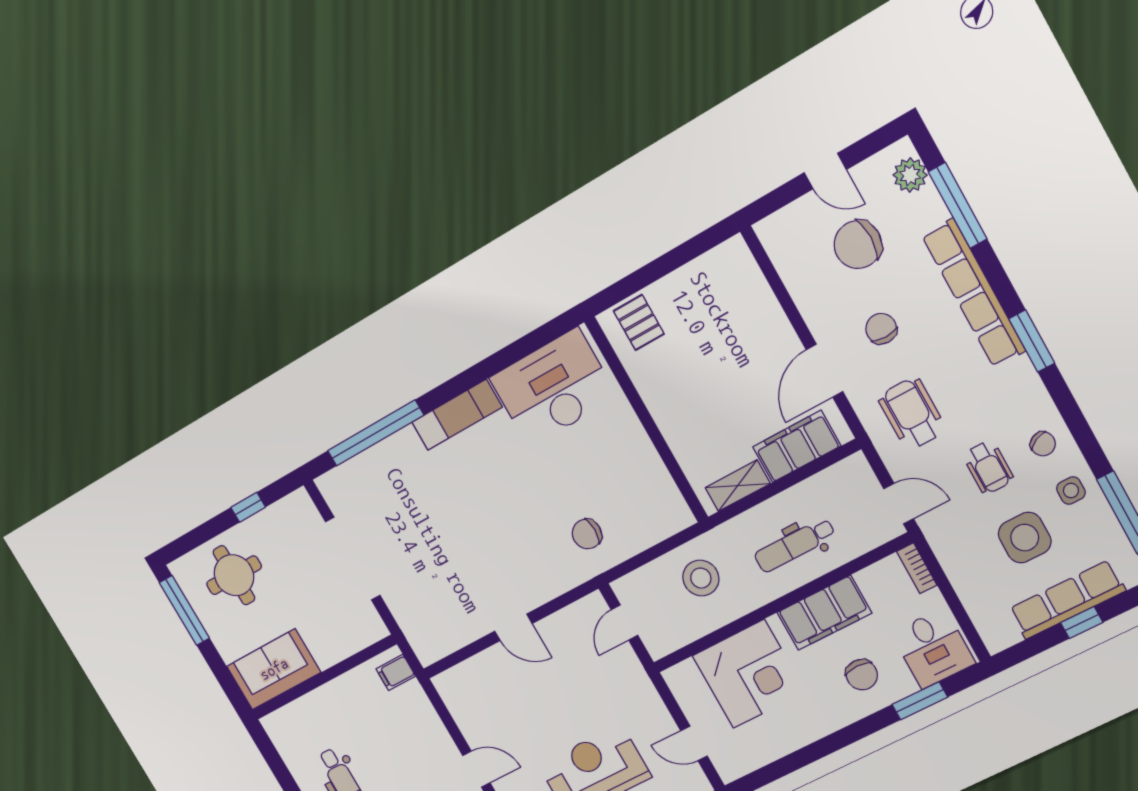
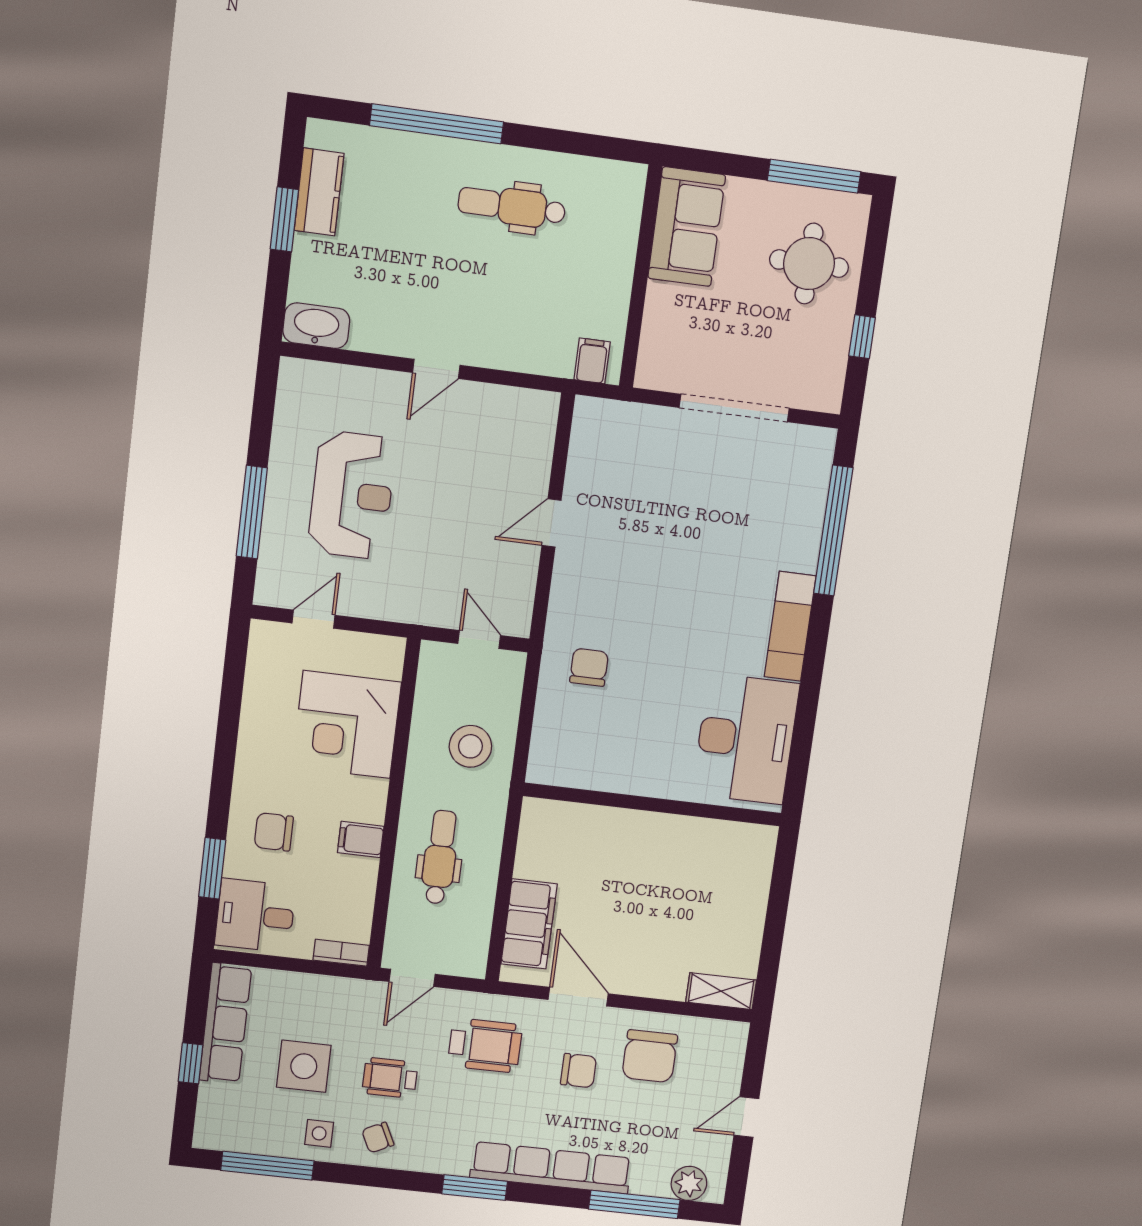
chair: (858, 245) -> (650, 1056), moved, turned 180
pallet: (639, 322) -> (743, 863), removed
shelving: (738, 486) -> (721, 991), moved, turned 90
row of seats: (1067, 600) -> (225, 1023), moved
filing cabinet: (824, 613) -> (361, 839), width x0.33, depth x0.86

